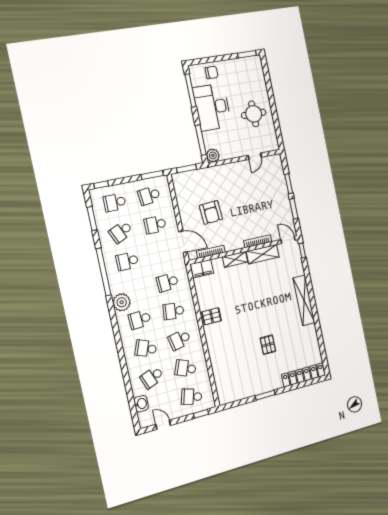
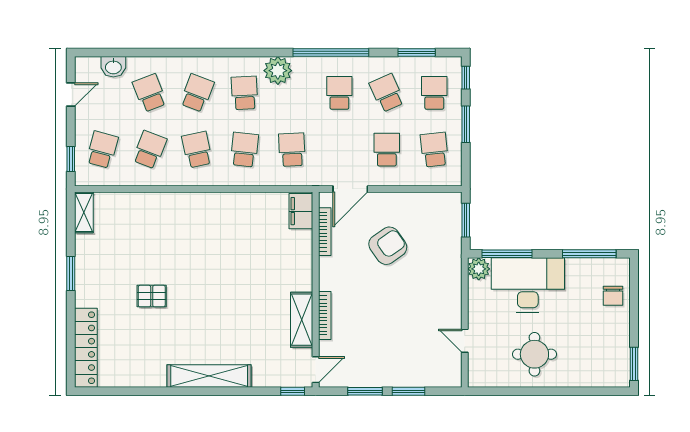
desk: (212, 107) -> (528, 285), moved
window: (152, 175) -> (466, 124), moved
armchair: (211, 212) -> (388, 246), turned 149
shelving: (235, 259) -> (84, 212), moved
pallet: (211, 316) -> (221, 210), removed

